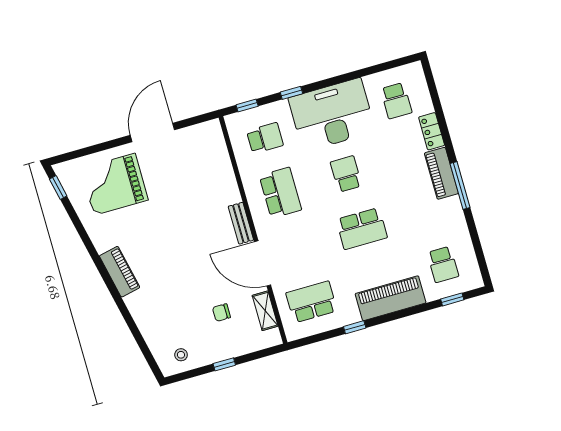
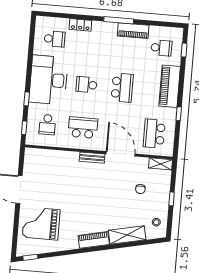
school desk: (265, 138) -> (47, 125), turned 180
piano: (441, 173) -> (133, 31), moved
grand piano: (115, 184) -> (41, 223), turned 90
door: (263, 263) -> (121, 154), swing flipped
shelving: (265, 311) -> (161, 164), moved
shelving: (146, 319) -> (127, 235), added

